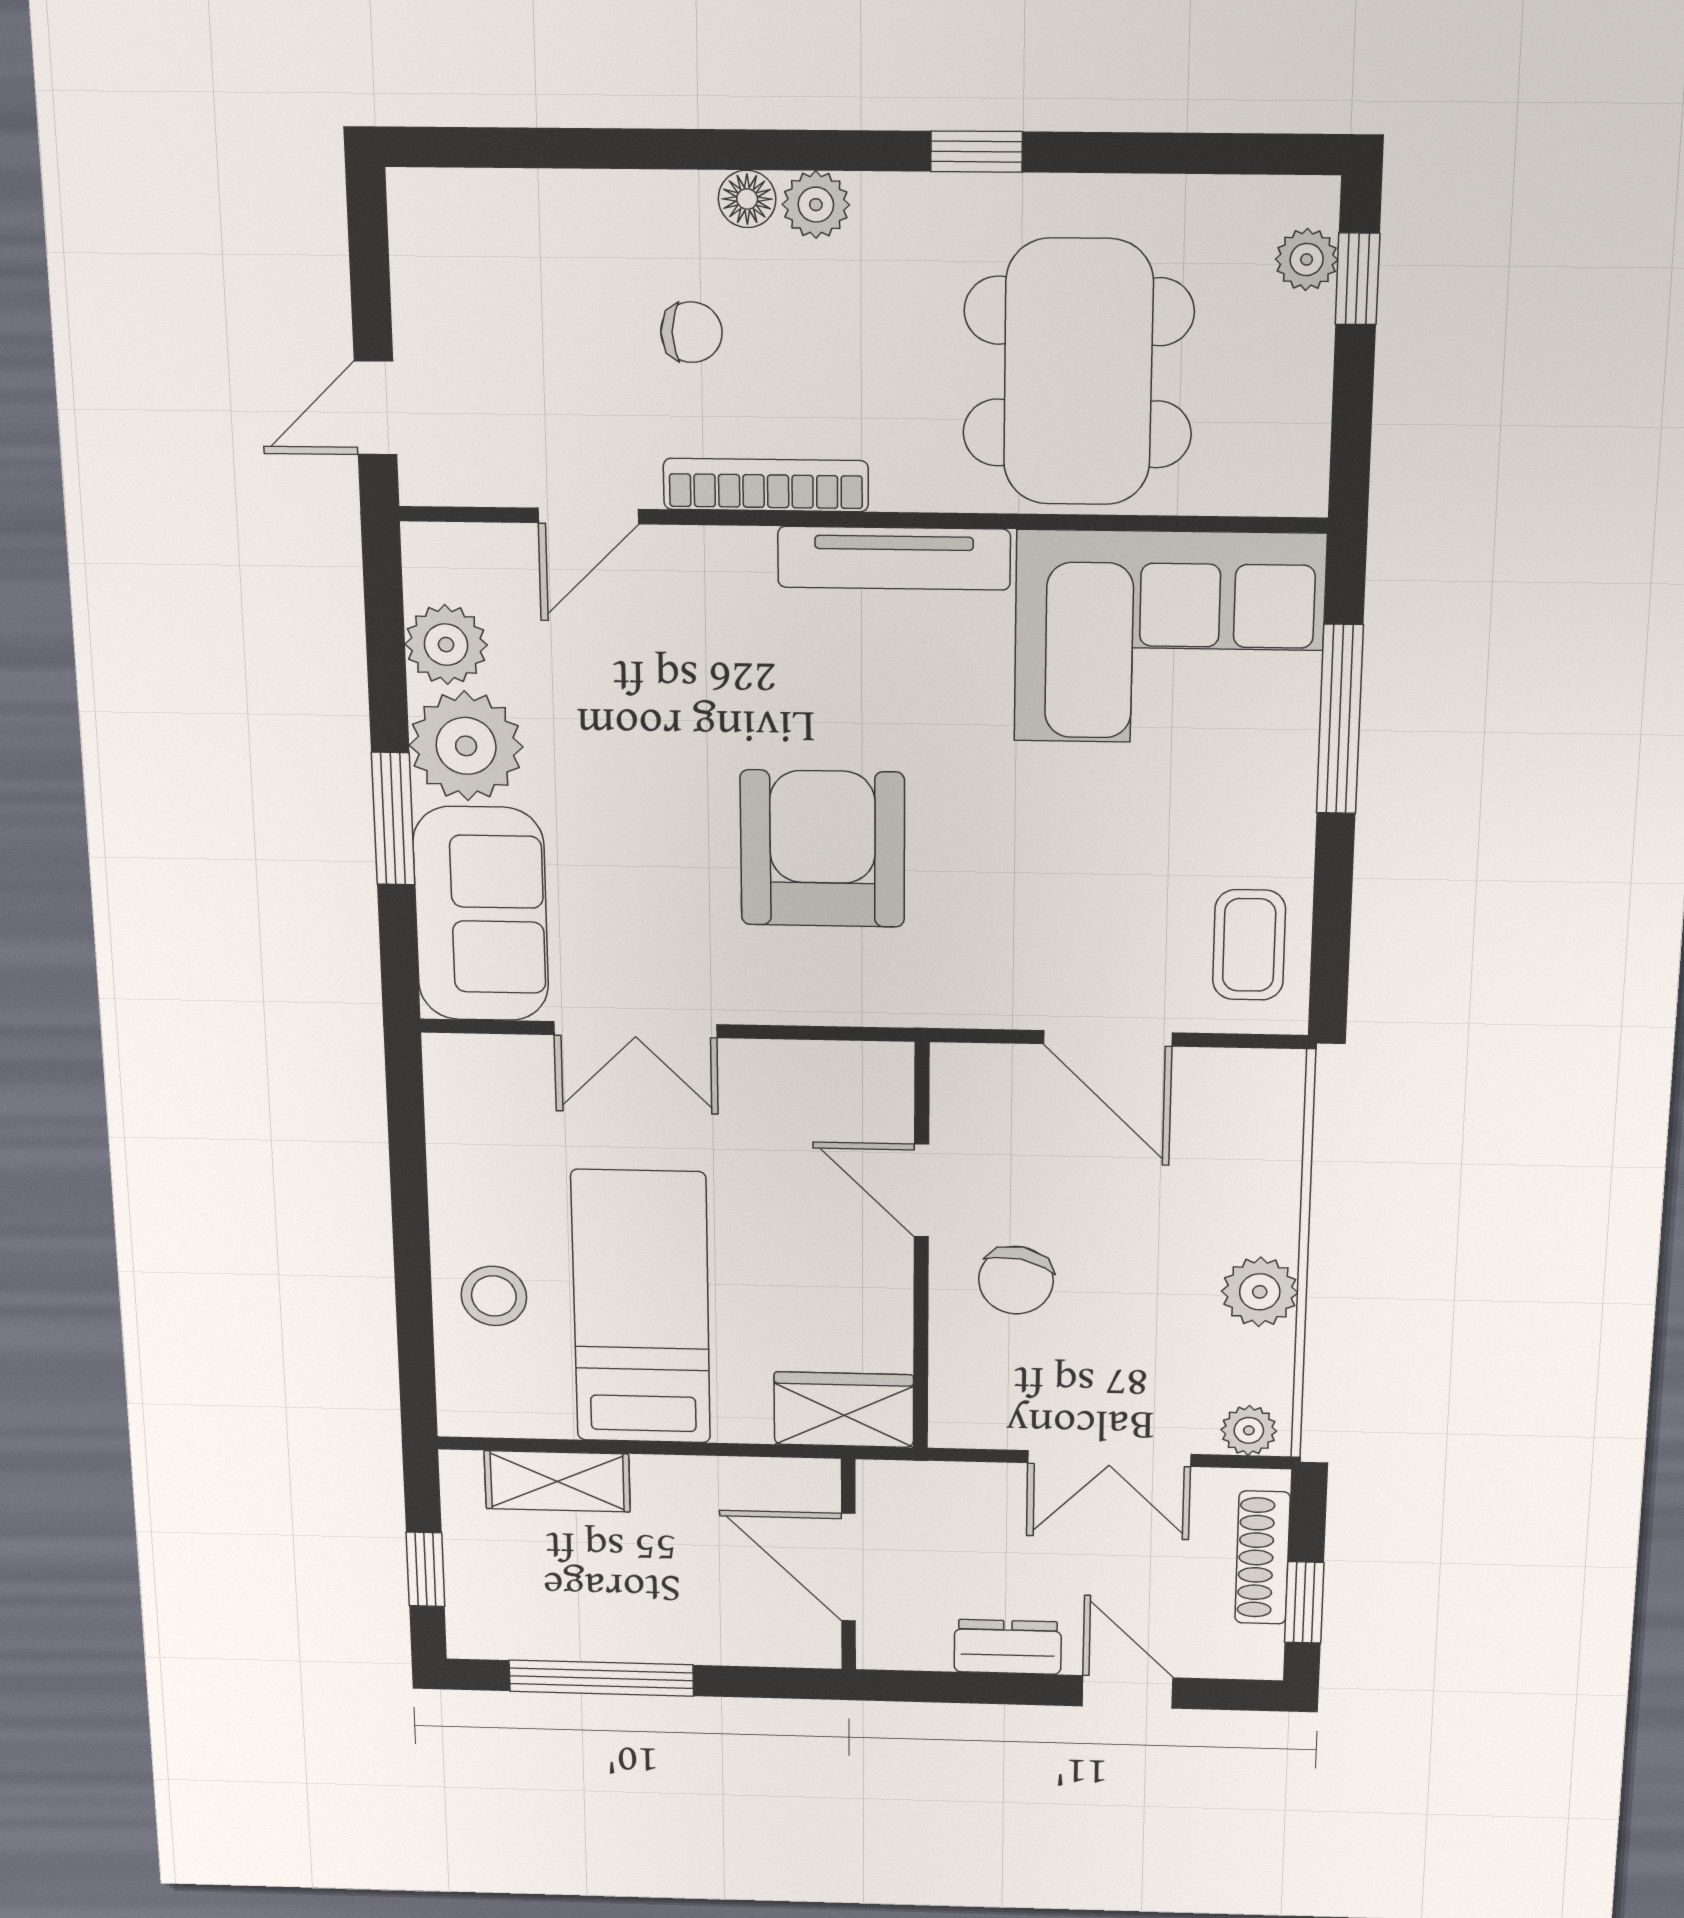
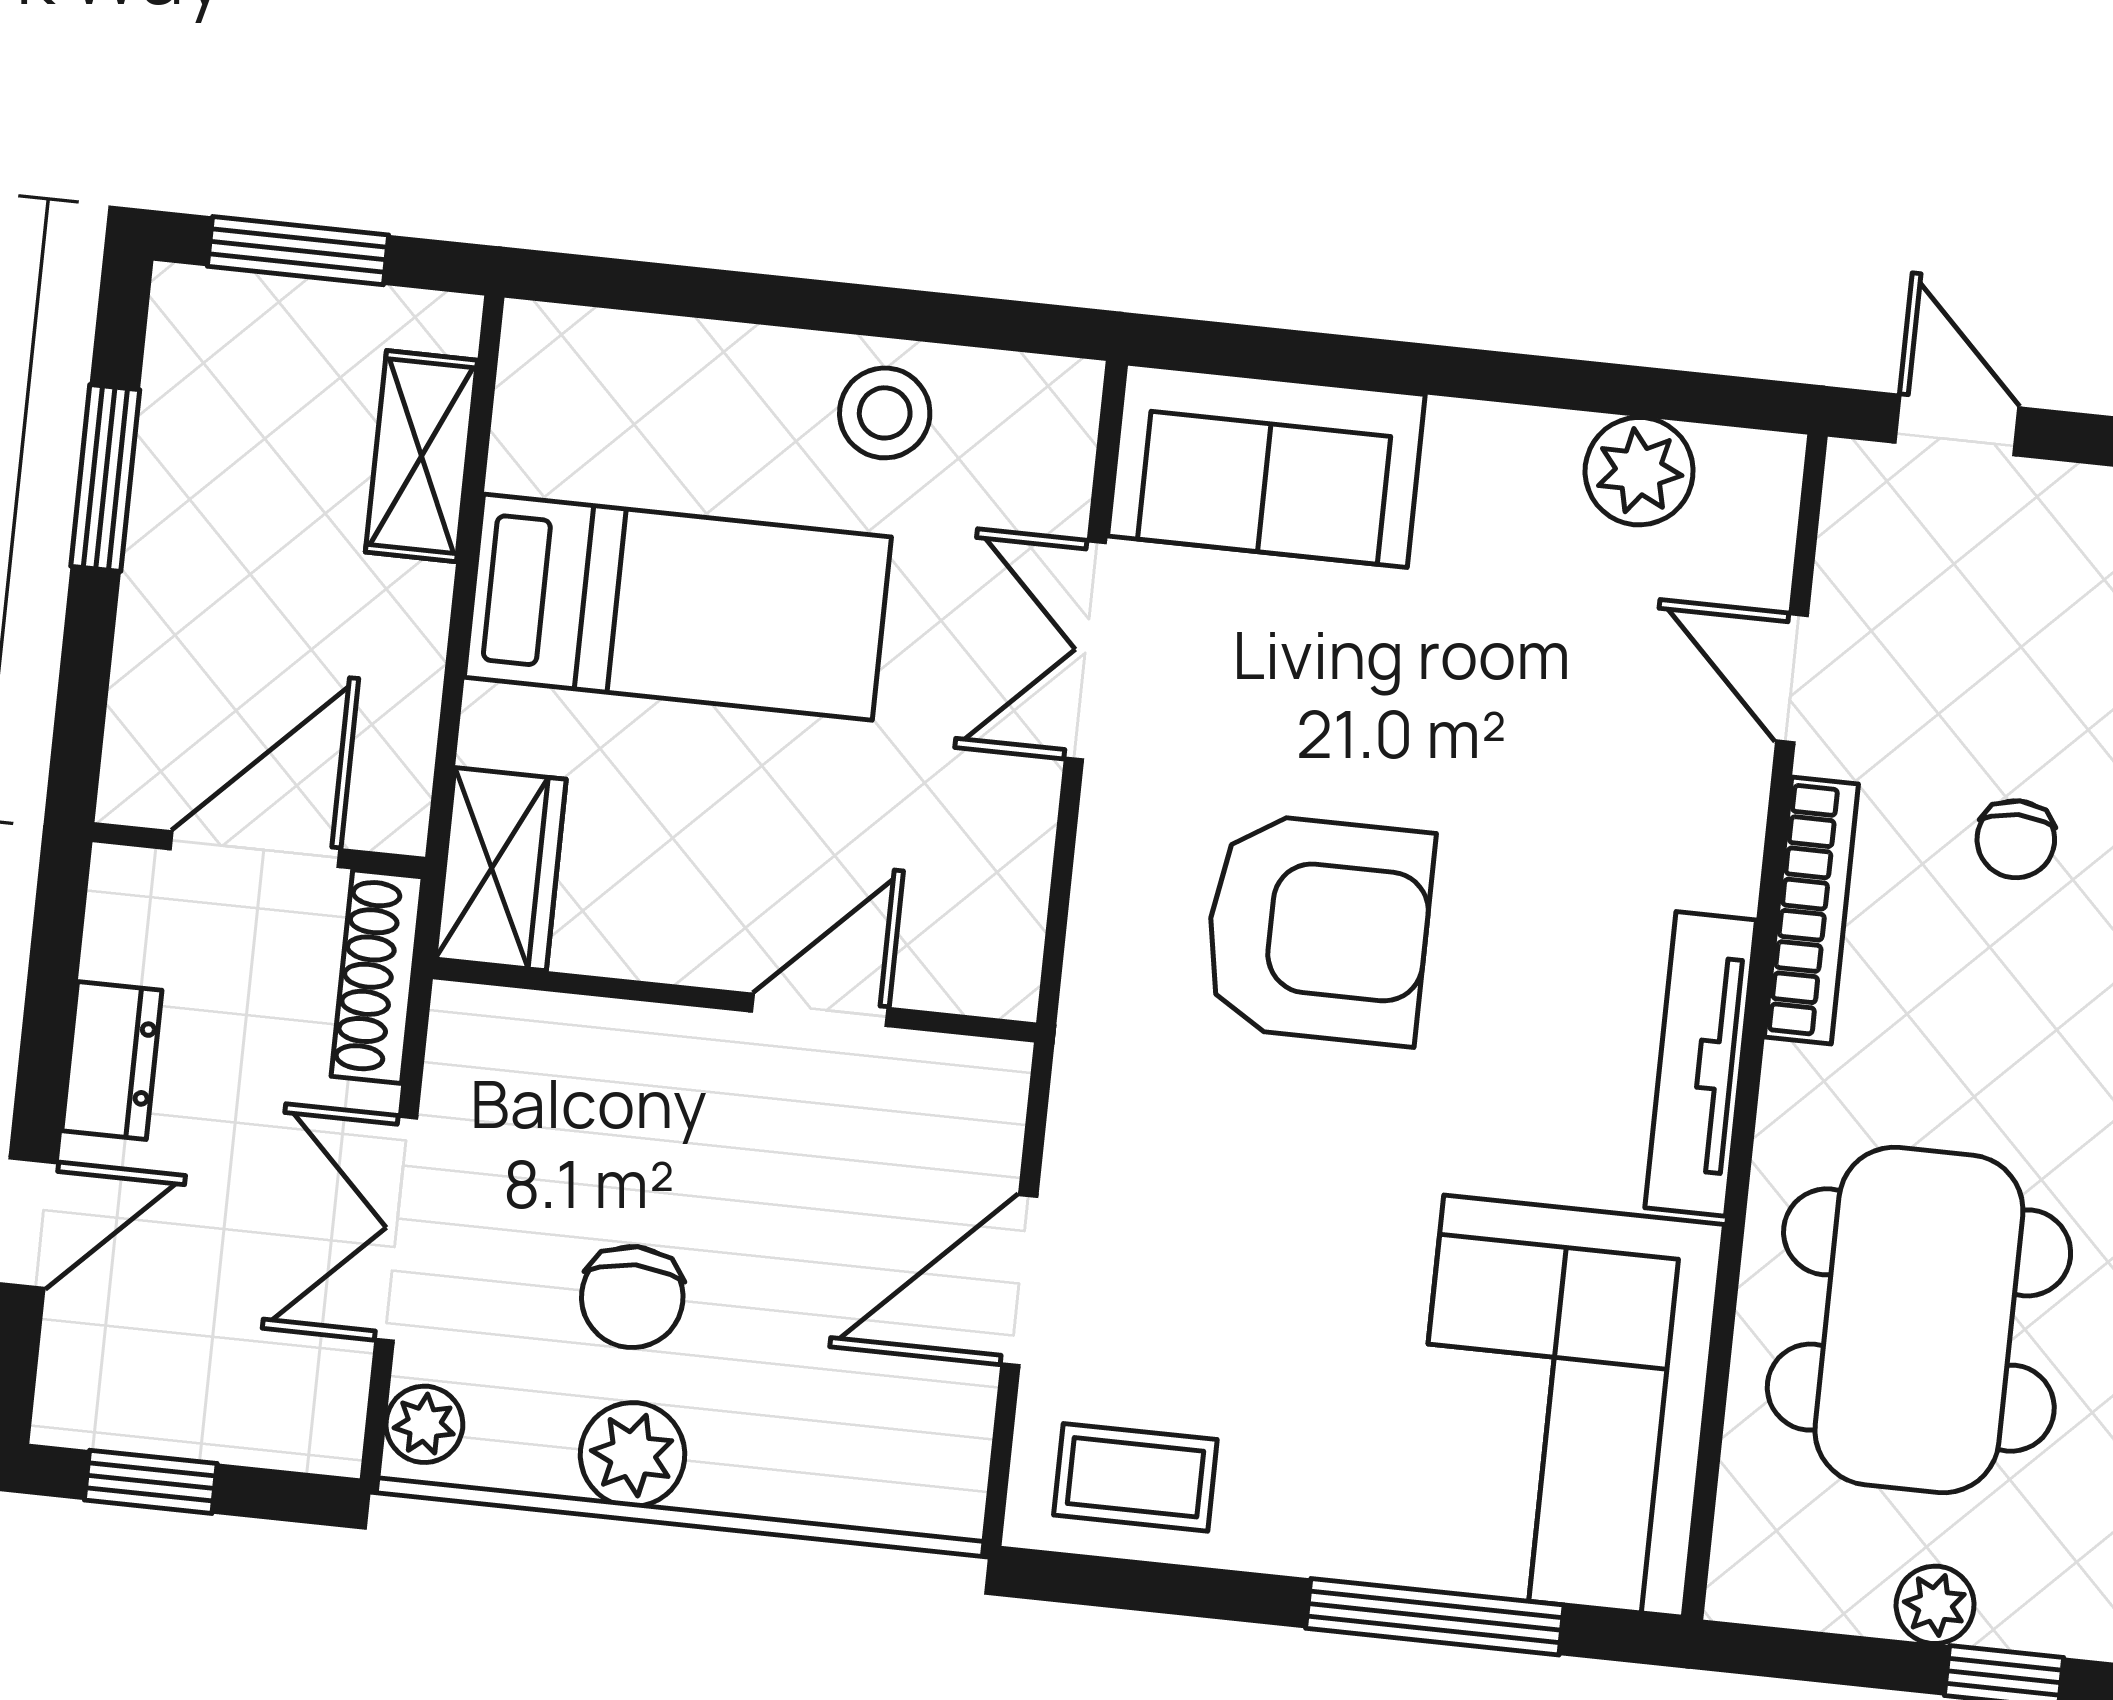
plant: (1307, 260) -> (1935, 1605), moved
dining table: (1078, 373) -> (1919, 1320), turned 90
plant: (466, 746) -> (1500, 478), removed
window: (393, 819) -> (1409, 367), removed
chair: (1016, 1280) -> (632, 1297), moved, turned -102
stool: (494, 1296) -> (885, 413), moved
shoe rack: (1263, 1558) -> (377, 977), moved, turned -90
window: (425, 1569) -> (298, 251), width x1.50
window: (601, 1678) -> (105, 478), width x0.69

